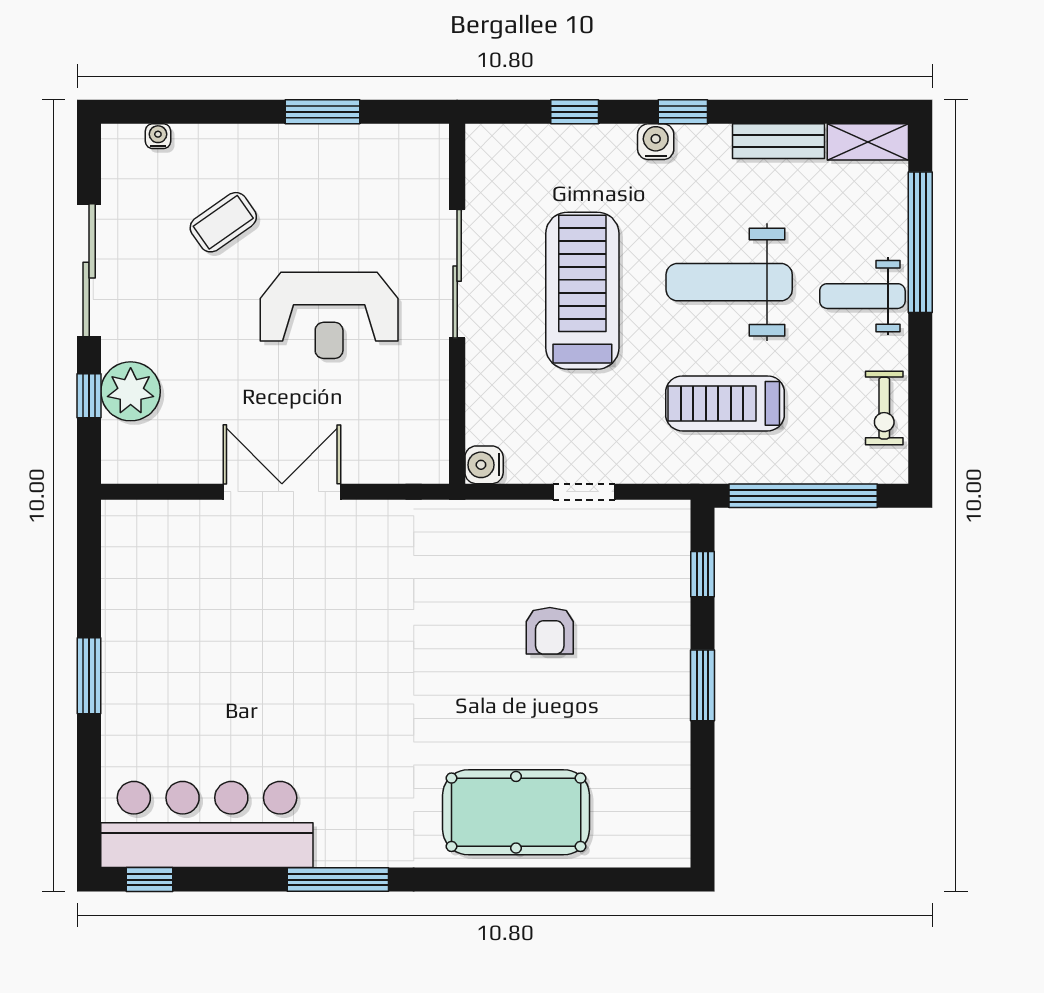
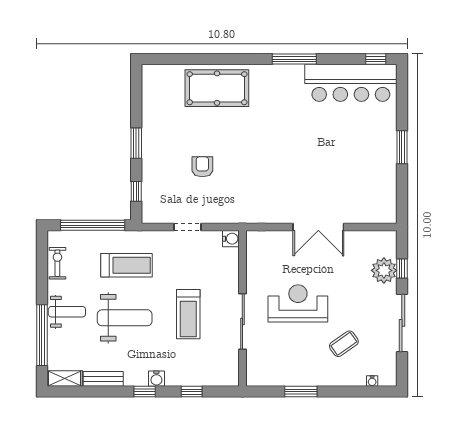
treadmill: (582, 291) -> (188, 314), width x0.73, depth x0.73

